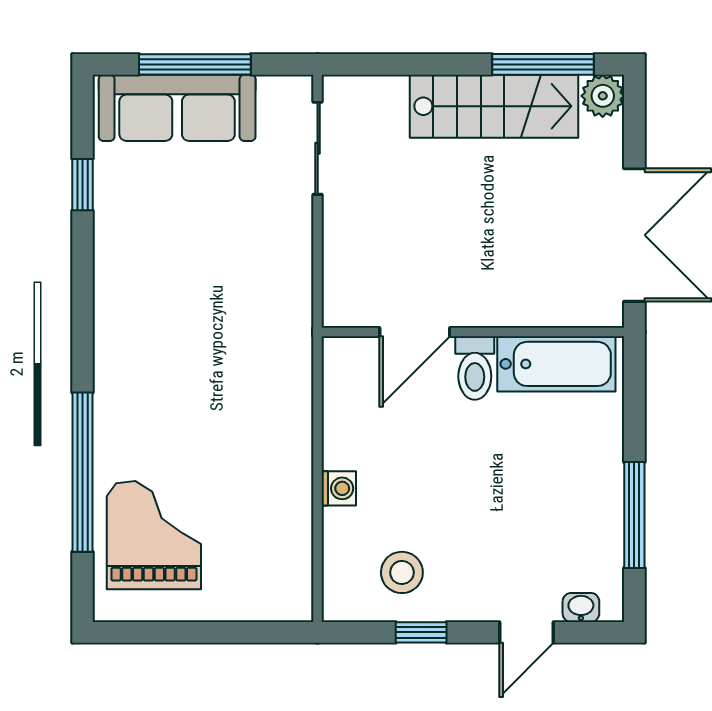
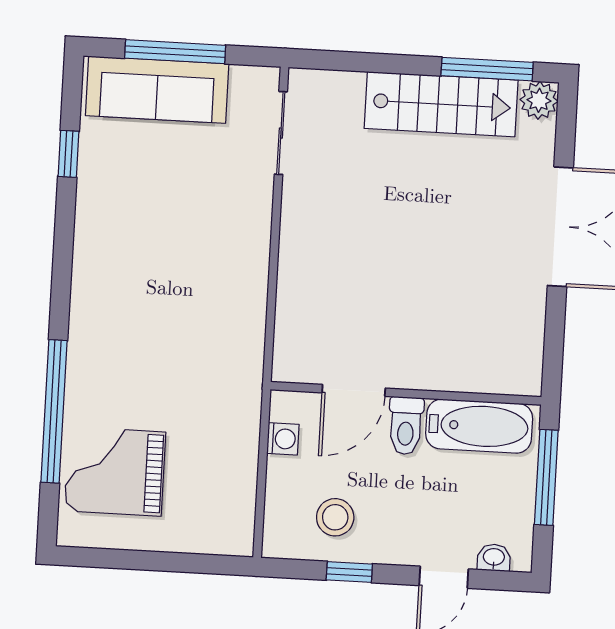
door: (415, 332) -> (354, 390), moved
wall: (473, 332) -> (406, 393), moved
bathtub: (556, 364) -> (479, 426), moved
toilet: (475, 368) -> (406, 426), moved
grand piano: (154, 535) -> (115, 471), turned -90

